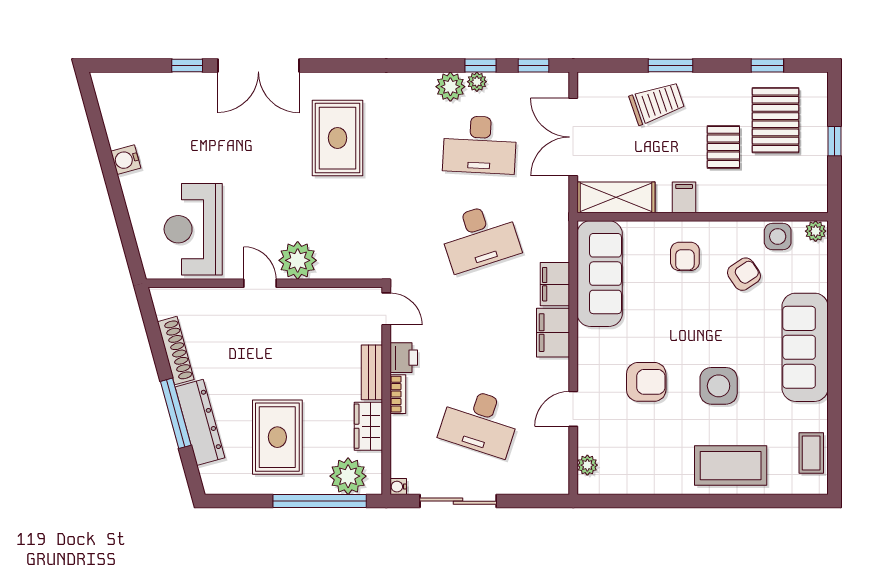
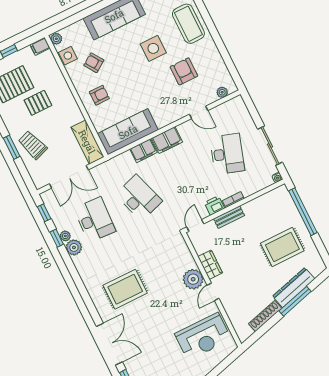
filing cabinet: (684, 197) -> (40, 46), moved
armchair: (646, 382) -> (184, 71), moved
wardrobe: (368, 426) -> (210, 265), moved, turned -90
plant: (348, 476) -> (284, 204), removed

